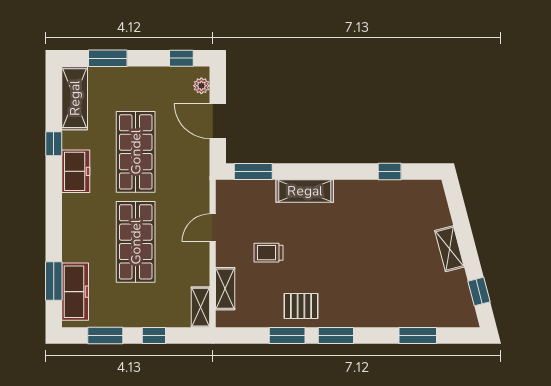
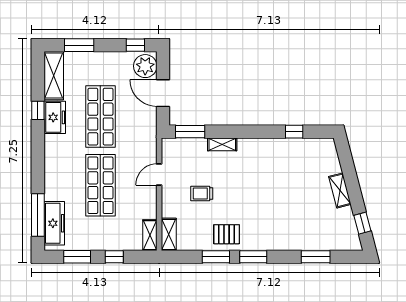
plant: (201, 86) -> (145, 66), width x1.87, depth x1.87
freezer: (76, 171) -> (55, 117), moved
shelving: (305, 191) -> (222, 144), width x0.67, depth x0.75
window: (54, 281) -> (38, 215), width x1.44
shelving: (225, 289) -> (169, 234), moved

